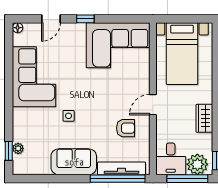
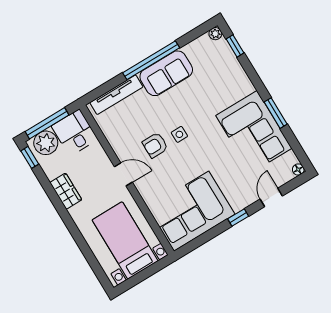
window: (9, 81) -> (276, 113), added
door: (153, 105) -> (123, 174), hinge flipped
side table: (69, 116) -> (179, 134), moved
armchair: (126, 128) -> (155, 145), moved
plant: (18, 148) -> (215, 34), moved
window: (118, 179) -> (151, 60), moved

